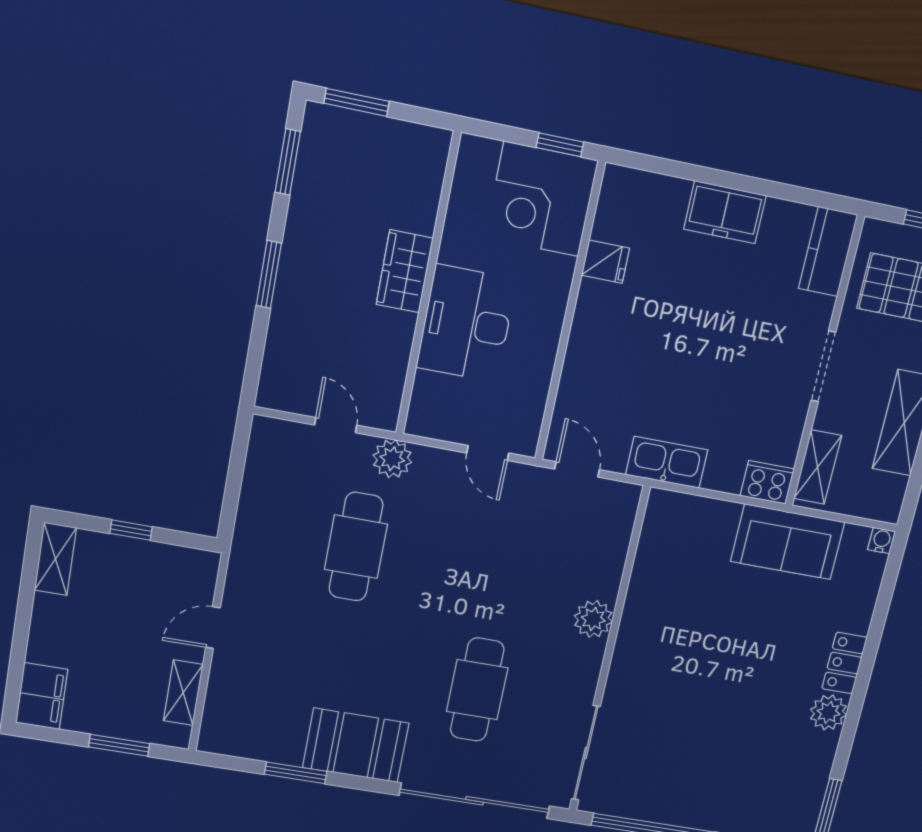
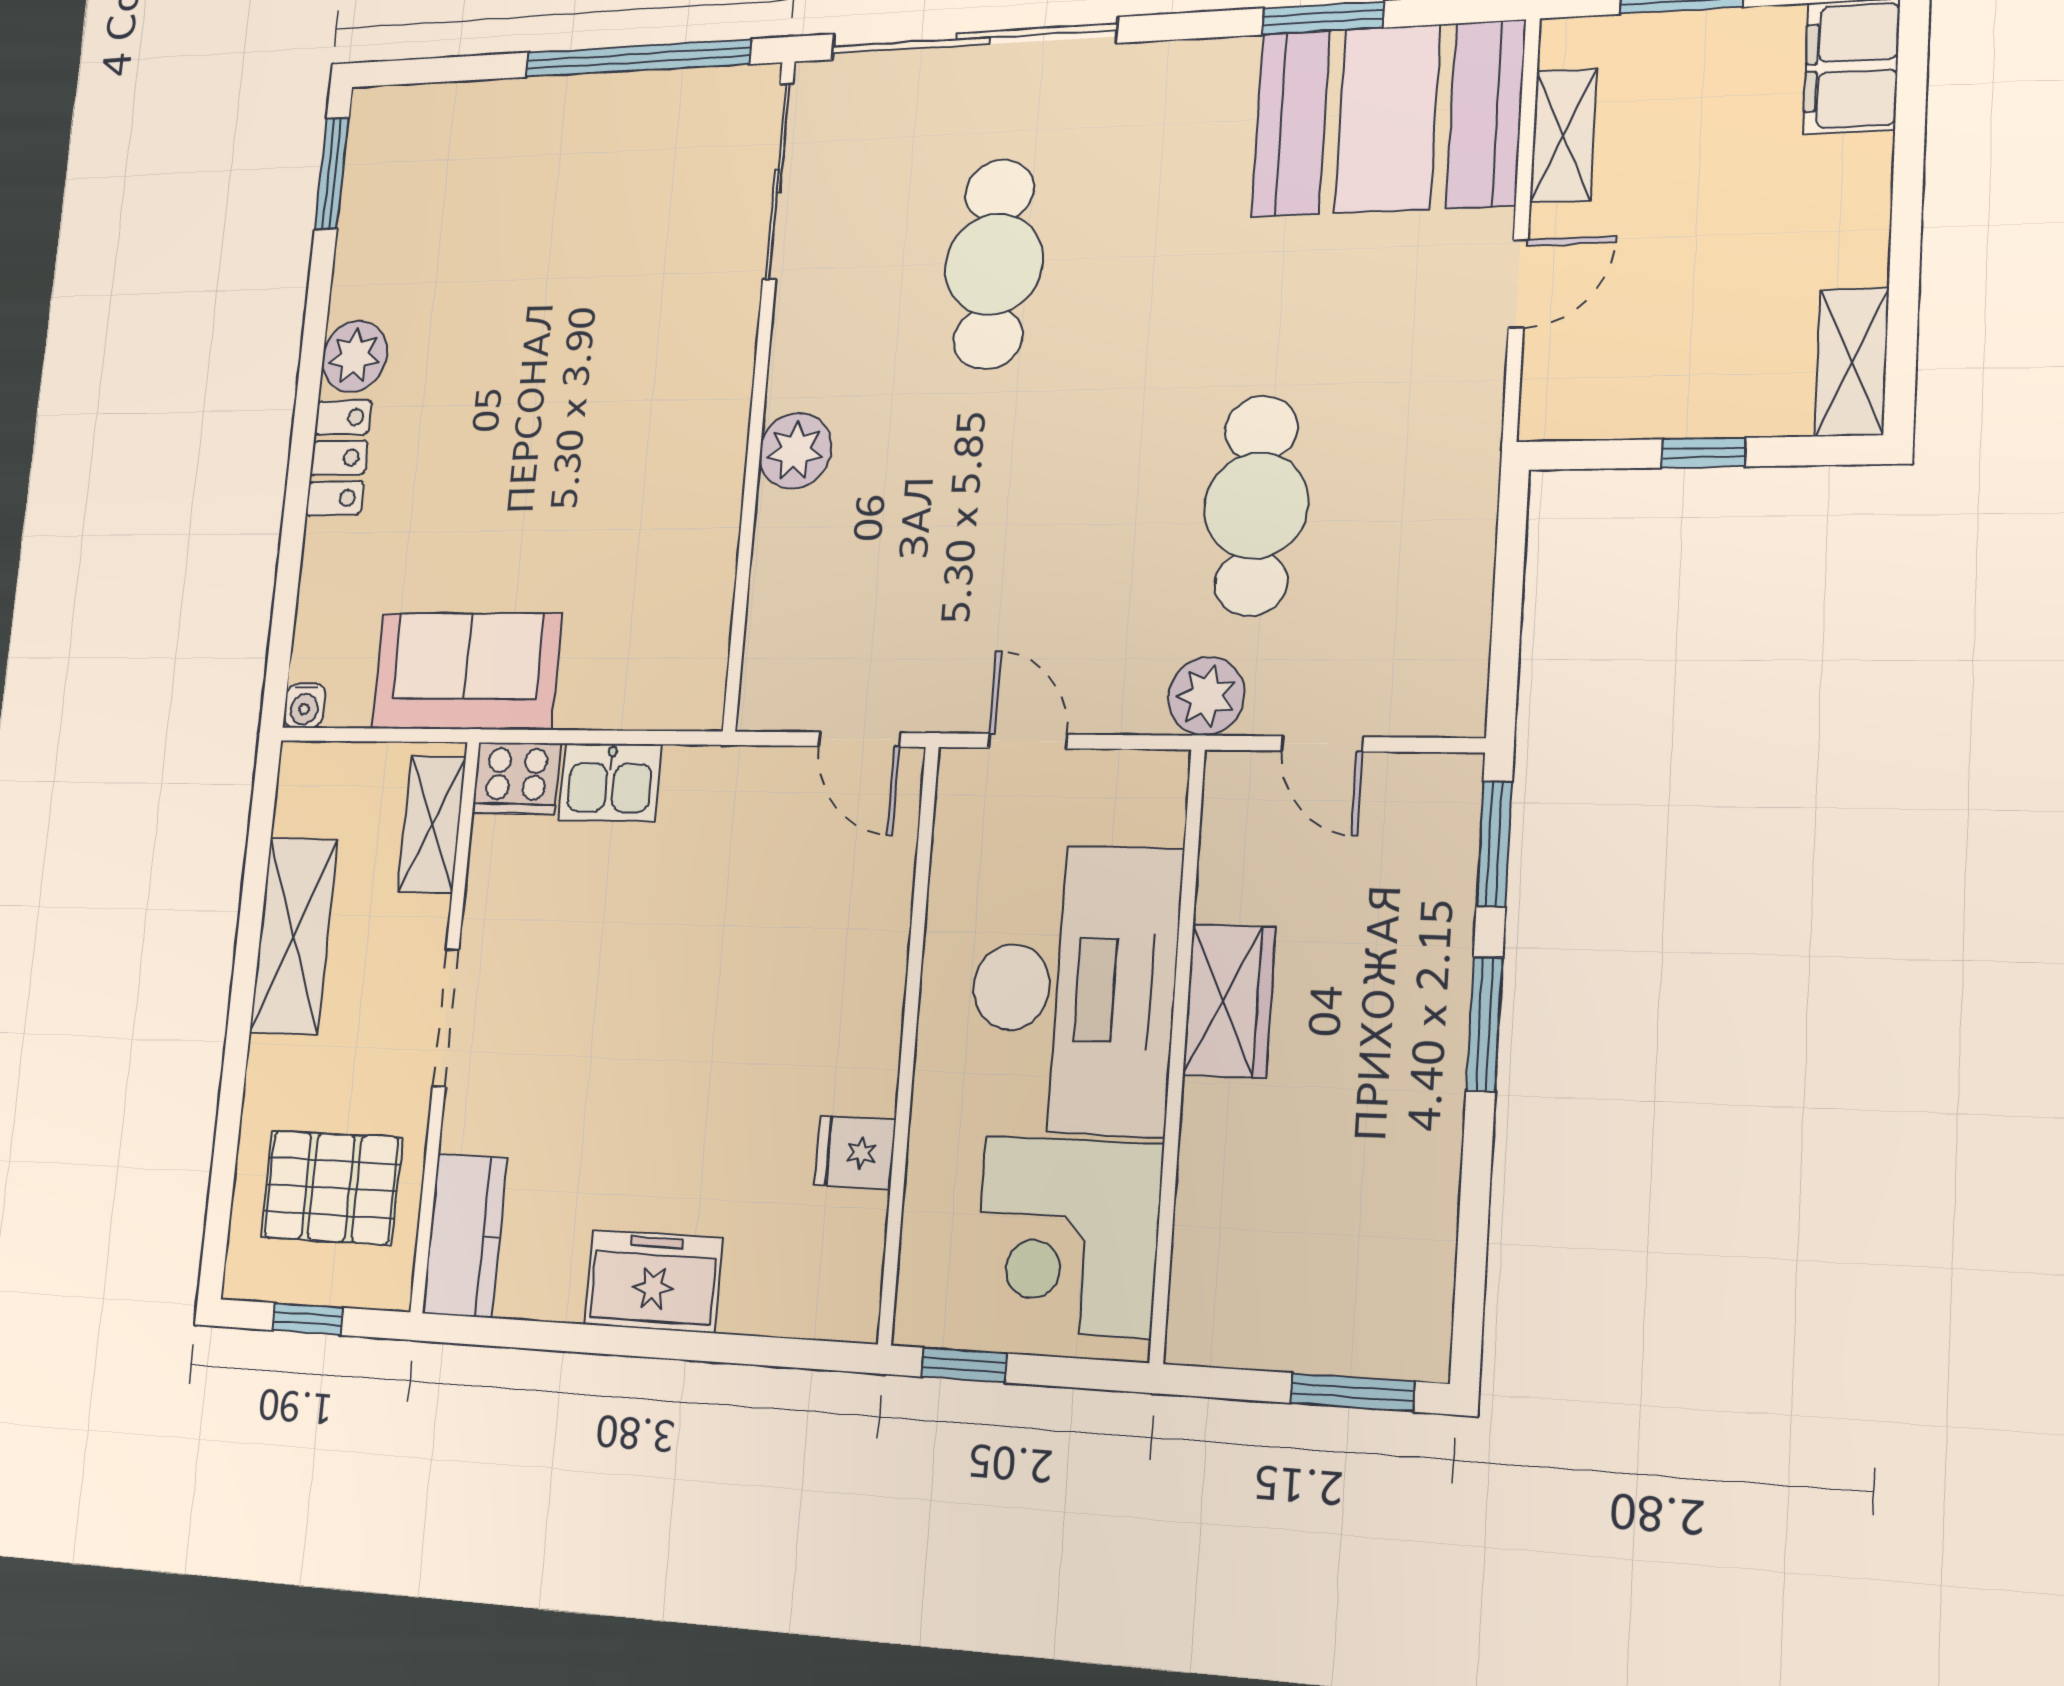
window: (288, 162) -> (1494, 844), moved
corner desk: (541, 199) -> (1068, 1236), moved, turned 180
wardrobe: (405, 271) -> (1229, 1001), moved
desk: (466, 323) -> (1073, 989), width x1.36, depth x1.30
kitchen sink: (667, 462) -> (610, 782), moved, width x0.73
booth: (356, 745) -> (1388, 119), moved, width x1.36, depth x1.42

